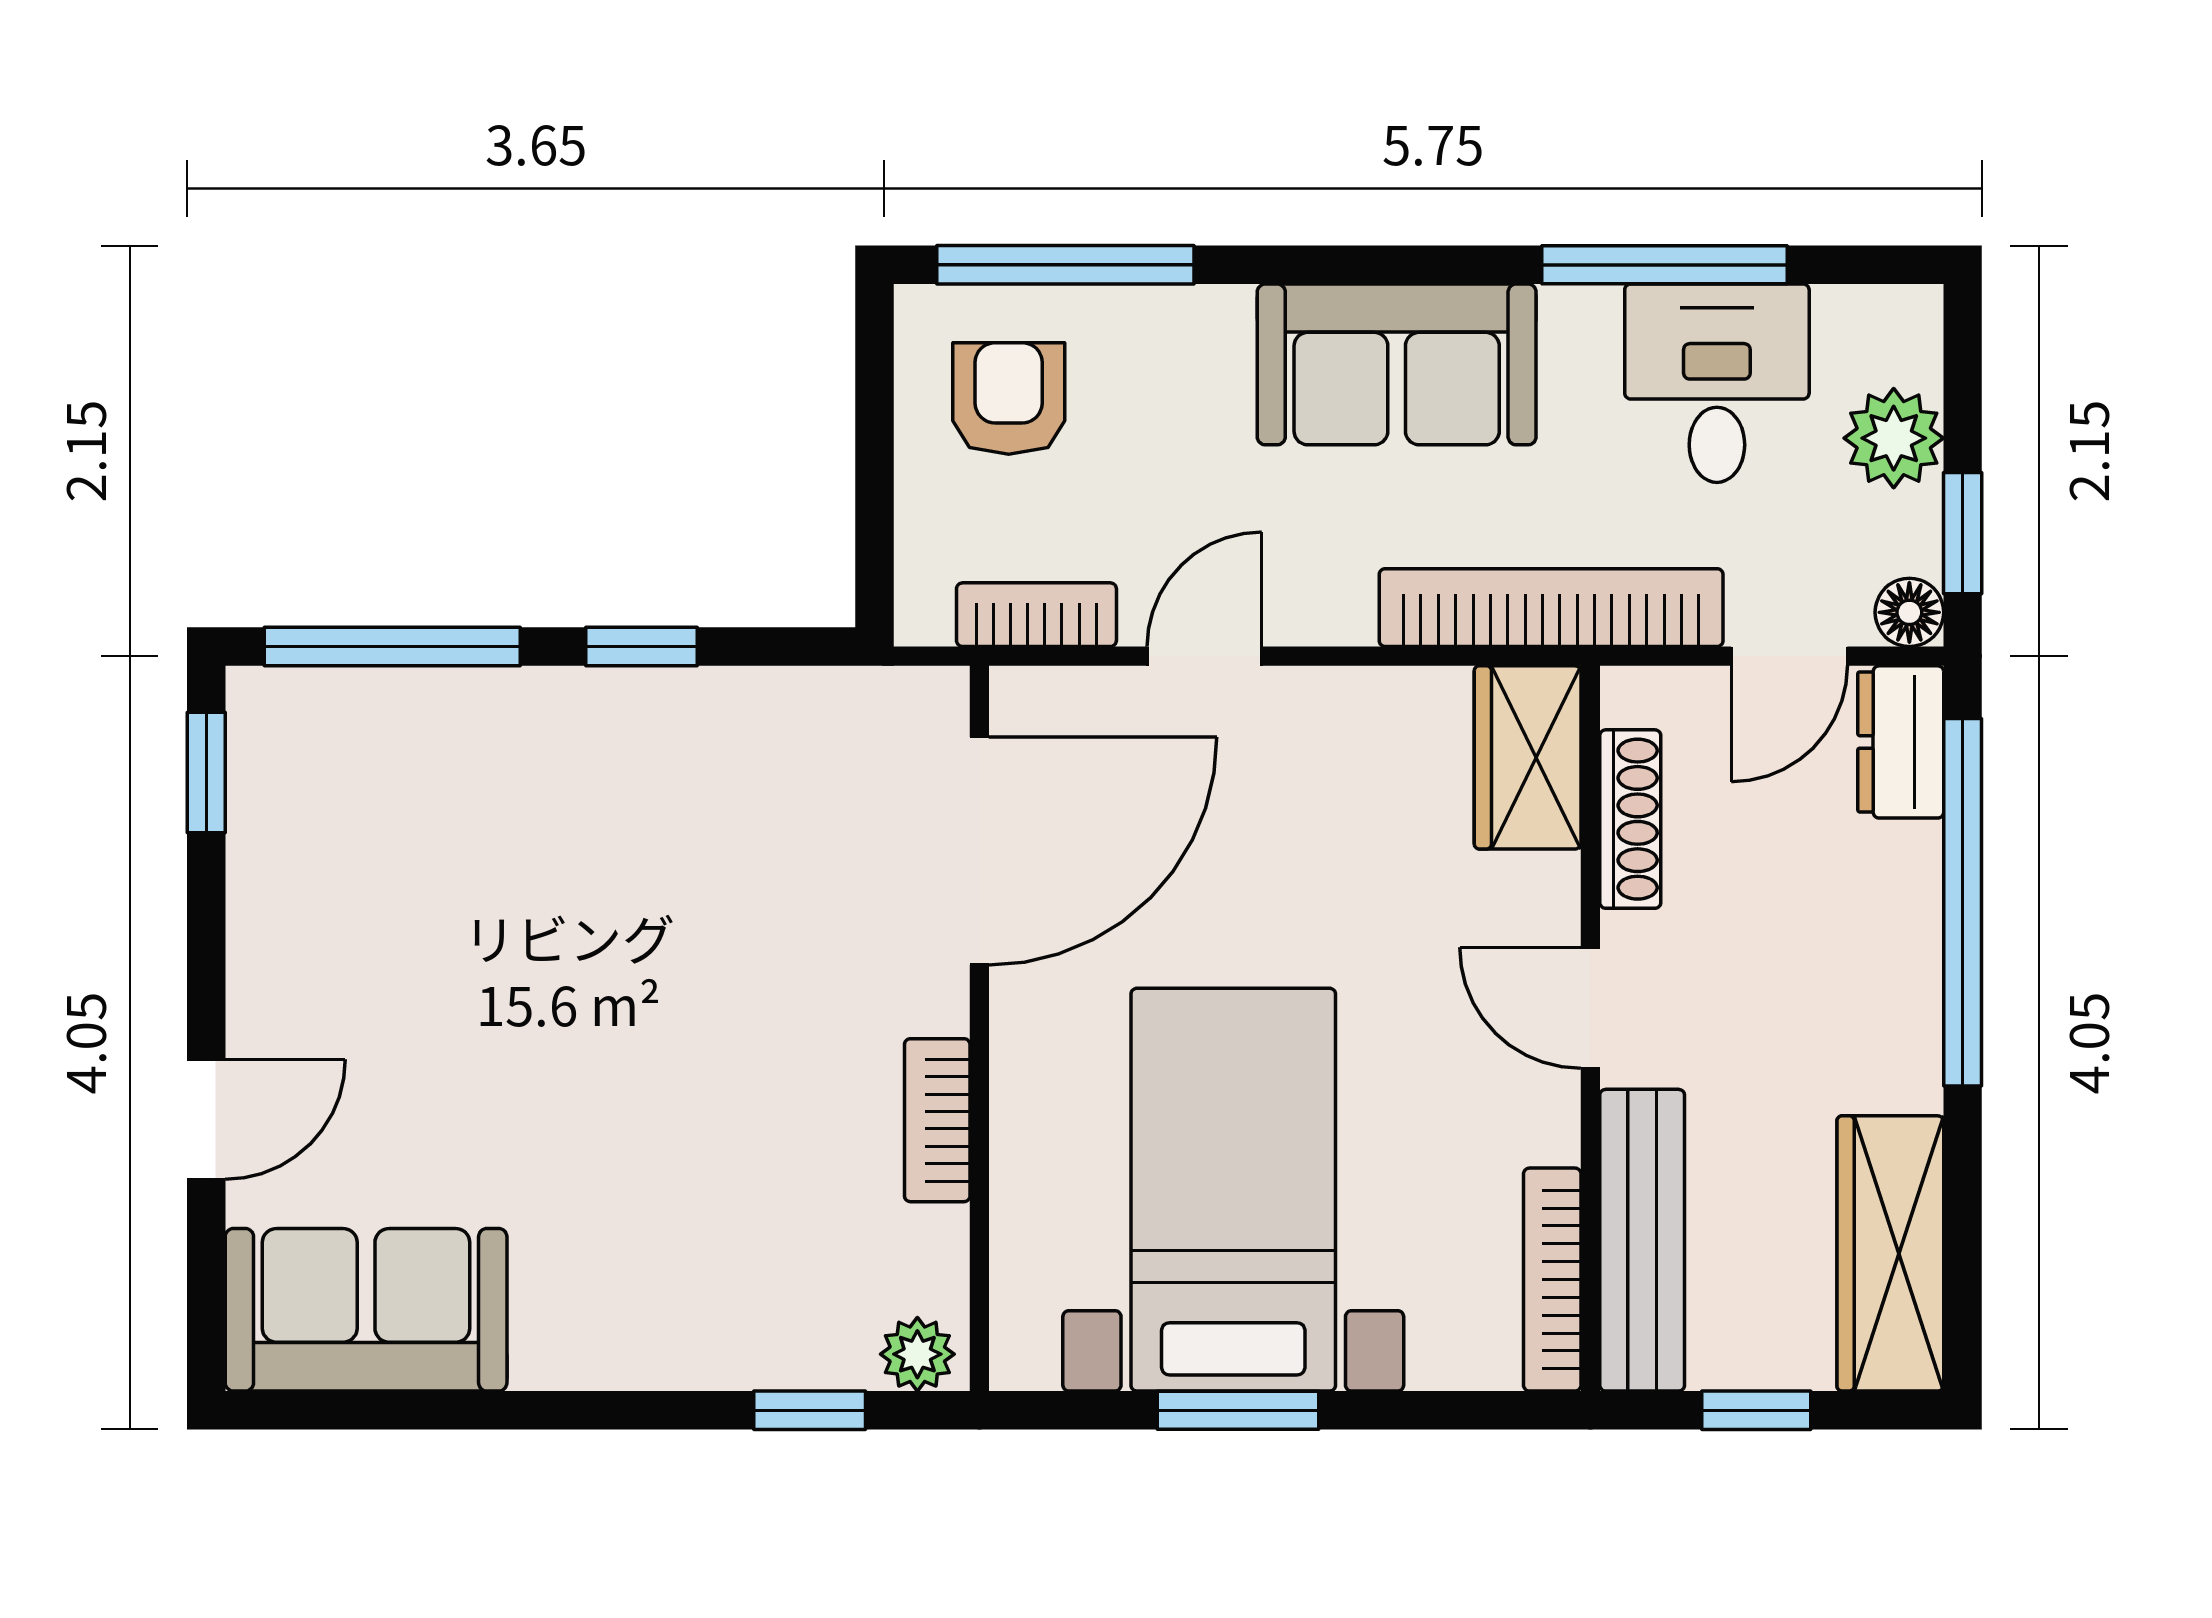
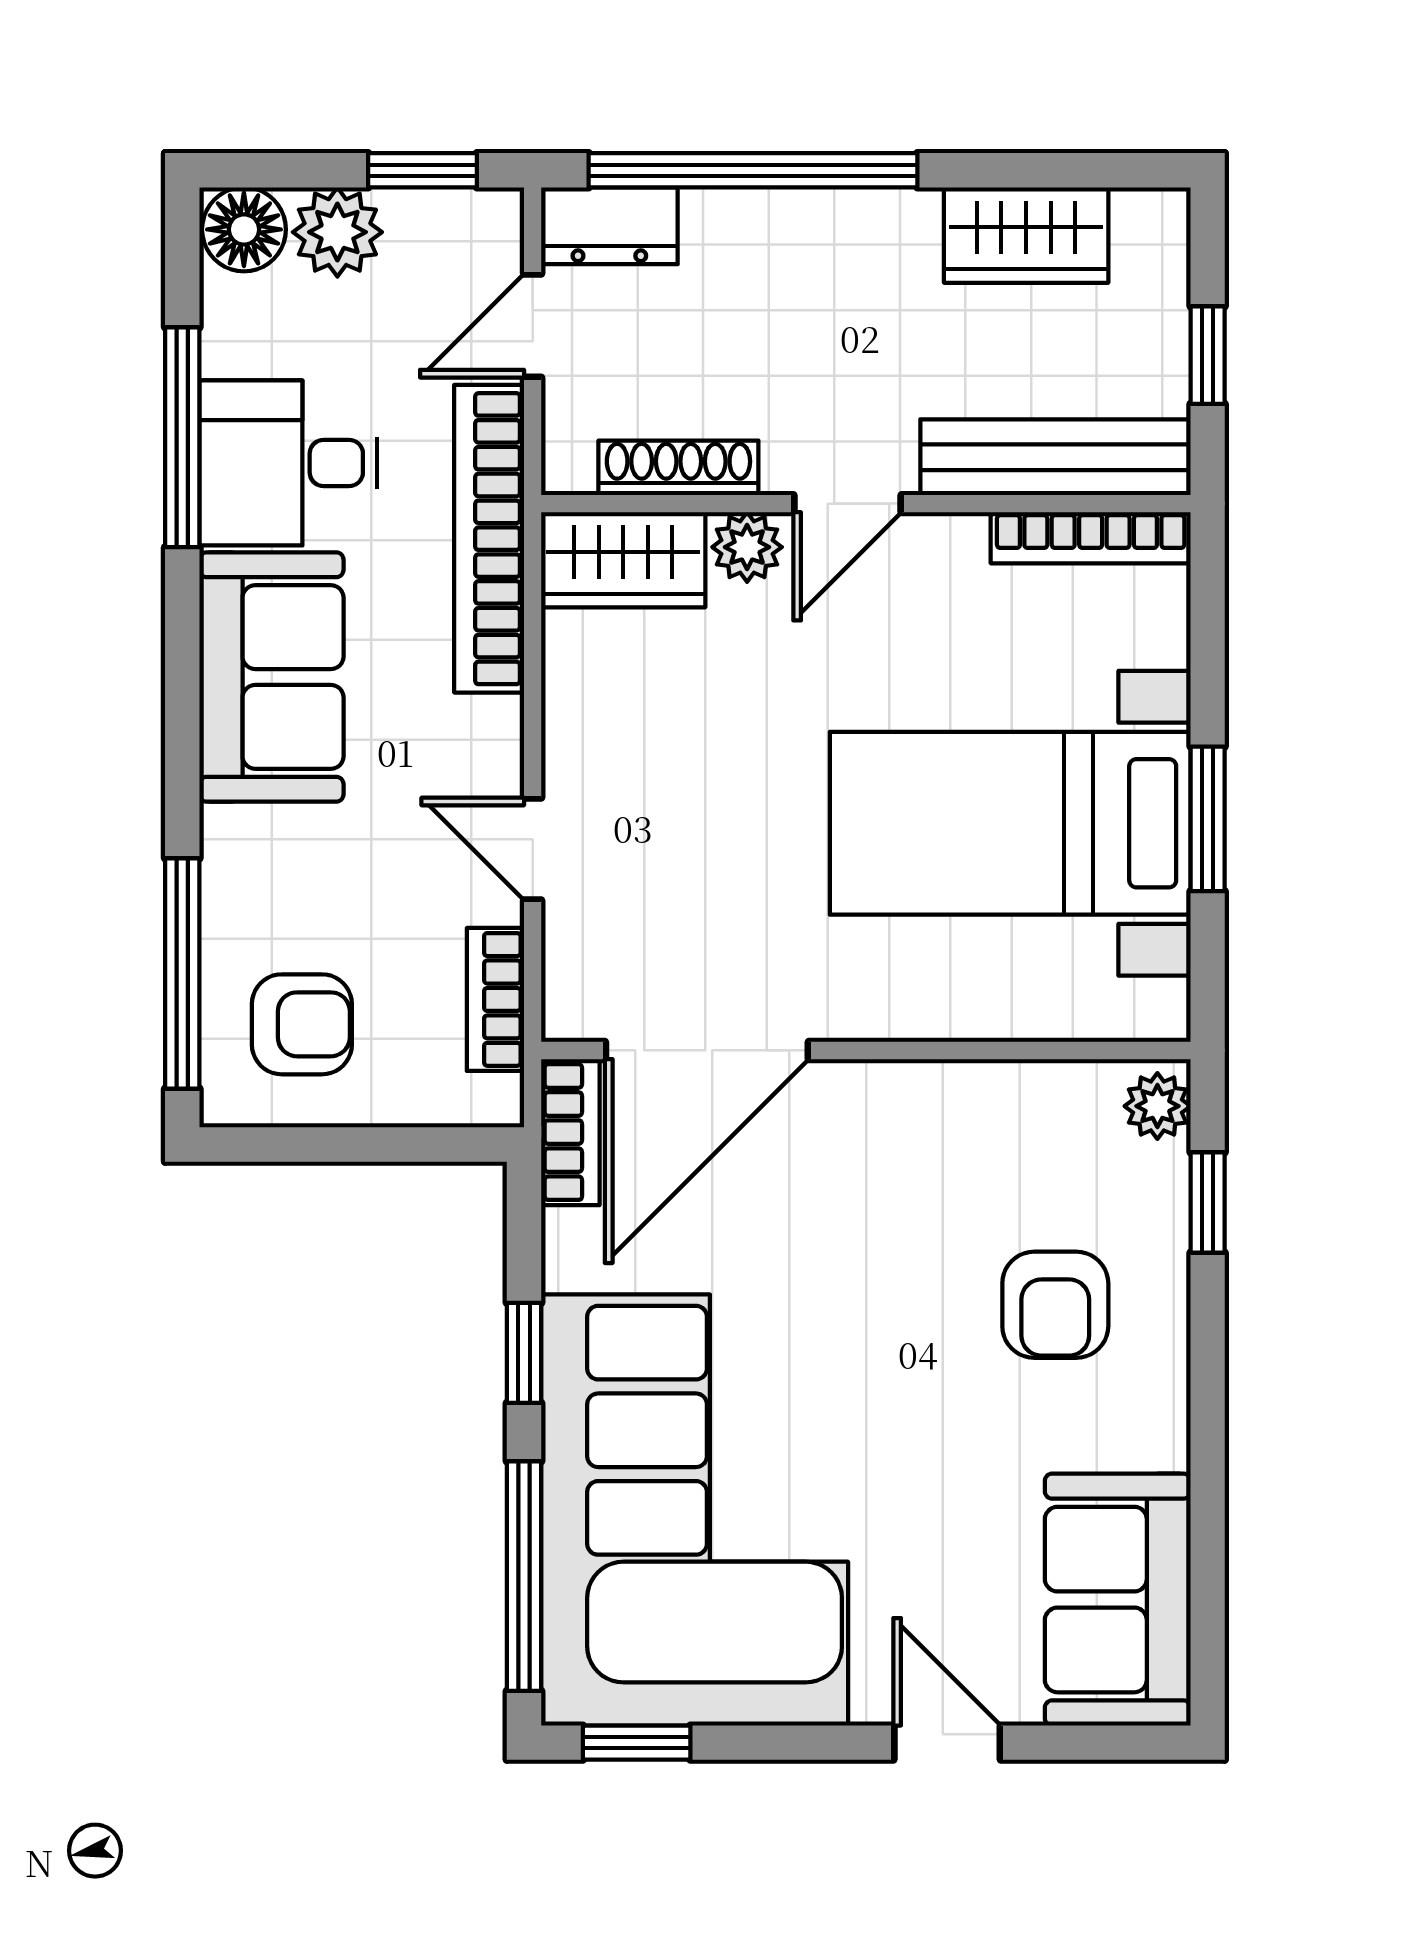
desk: (1717, 383) -> (288, 463), moved
armchair: (1009, 398) -> (302, 1024), turned 180
floor lamp: (1909, 612) -> (244, 229), moved, width x1.37, depth x1.37
door: (1789, 656) -> (533, 326), swing flipped
corner sofa: (466, 837) -> (695, 1510), added
door: (979, 851) -> (707, 1050), swing flipped
plant: (1542, 896) -> (747, 547), added
bookcase: (937, 1120) -> (570, 1132), moved, turned -90
armchair: (695, 1240) -> (1055, 1305), added
wardrobe: (1890, 1253) -> (1026, 235), width x0.67

